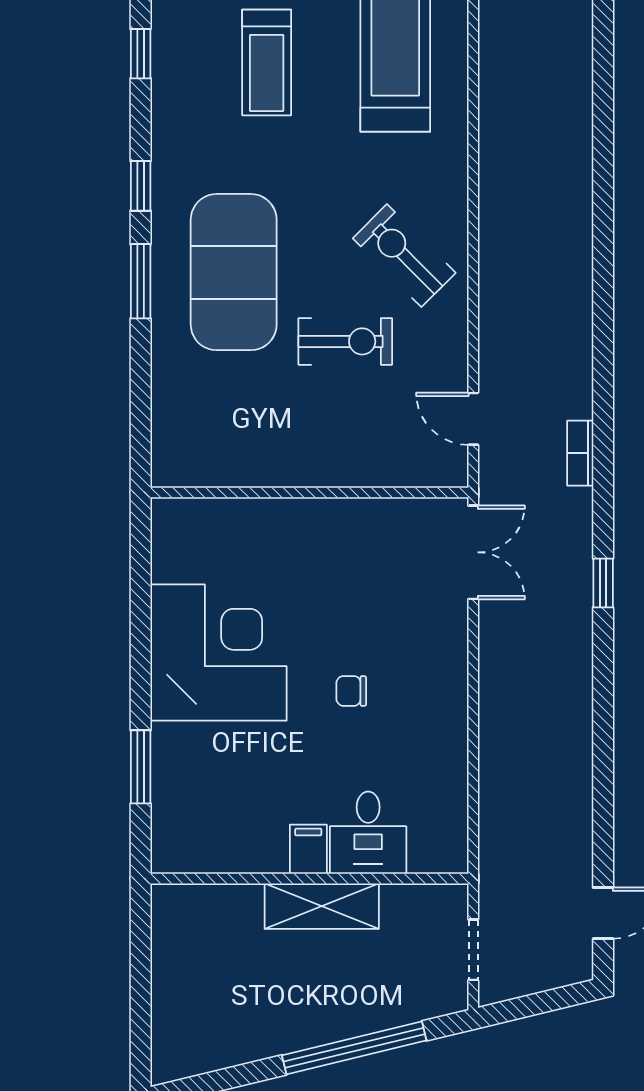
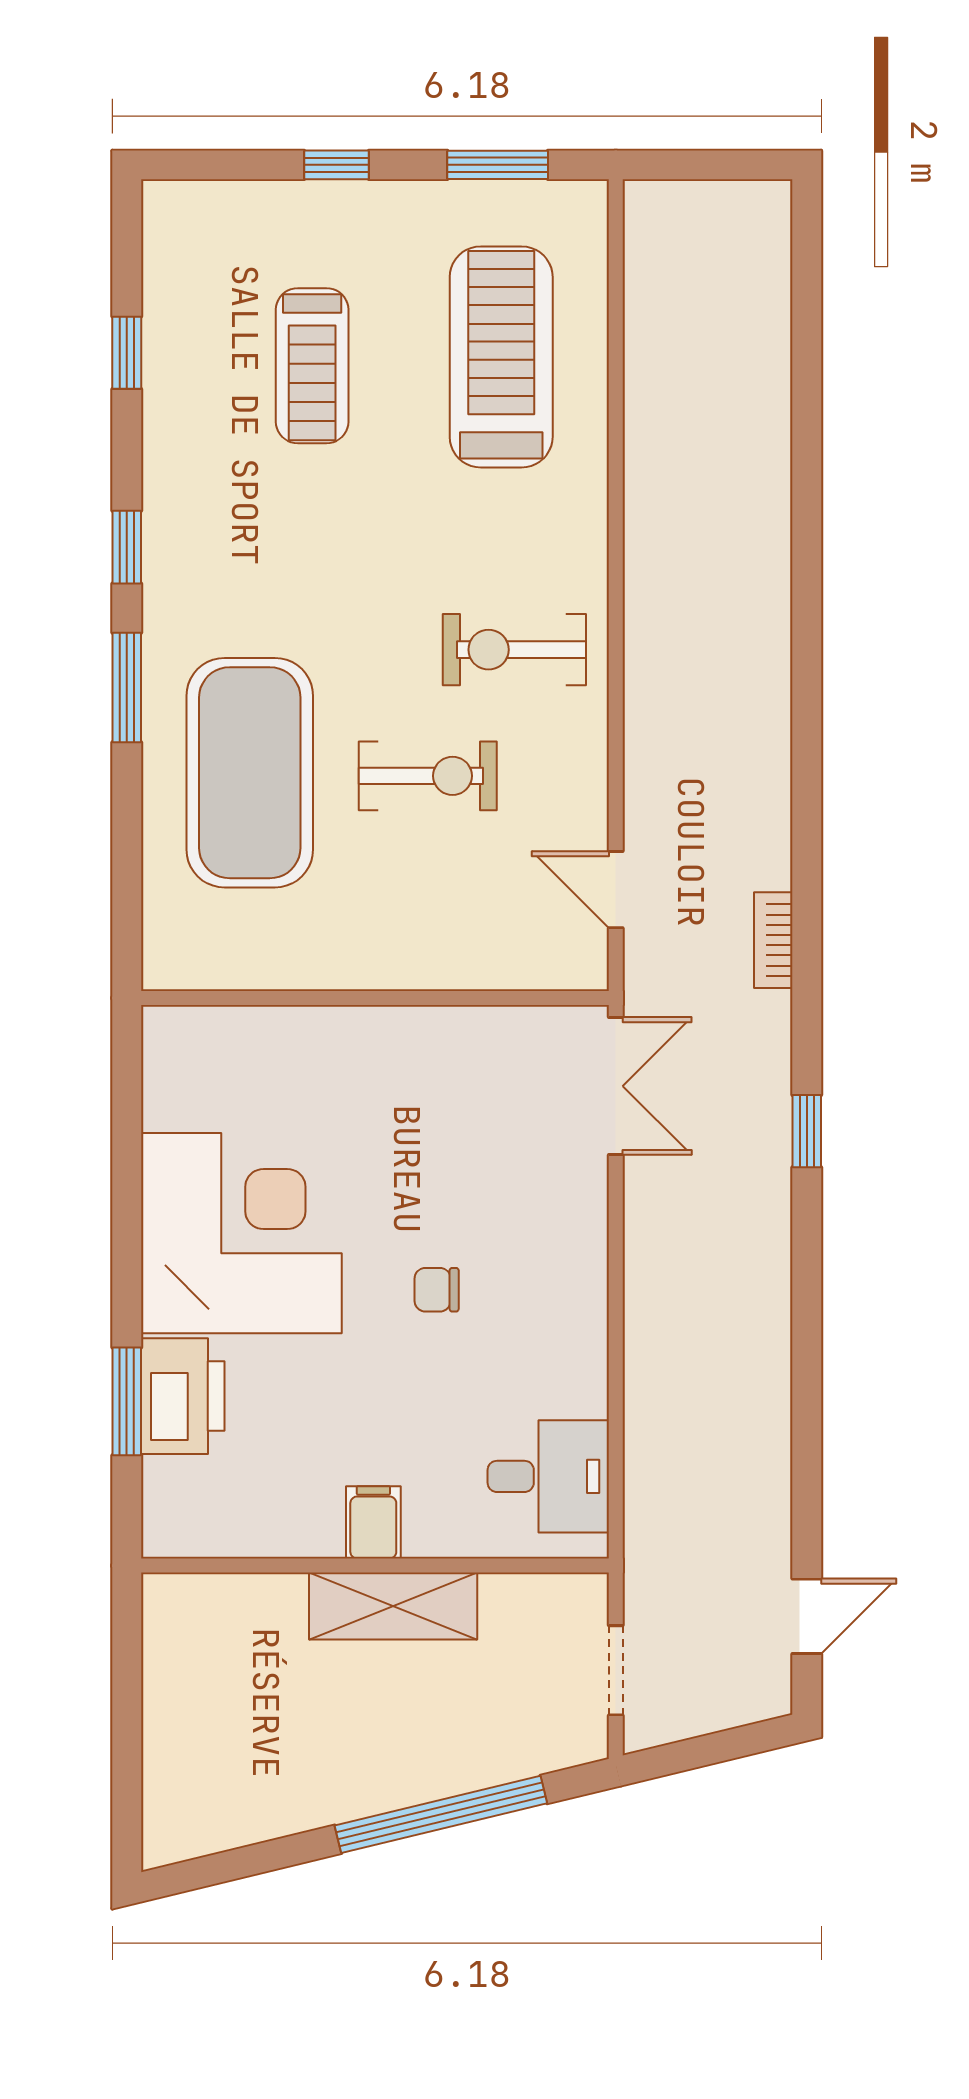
exercise bike: (404, 256) -> (514, 650), turned -45
exercise mat: (234, 272) -> (250, 773), moved
printer: (179, 763) -> (183, 1396), added
desk: (368, 833) -> (548, 1476), moved, turned -90

